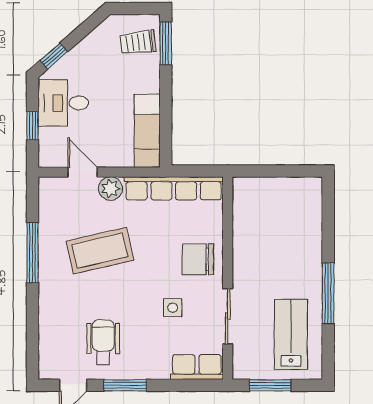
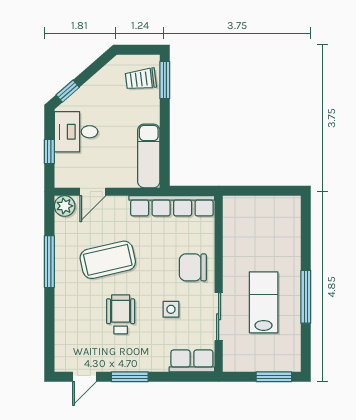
door: (83, 172) -> (93, 192), swing flipped
plant: (111, 189) -> (65, 206), moved
lab bench: (291, 334) -> (264, 302), moved
wheelchair: (103, 342) -> (121, 314), moved
window: (270, 385) -> (274, 377), moved

